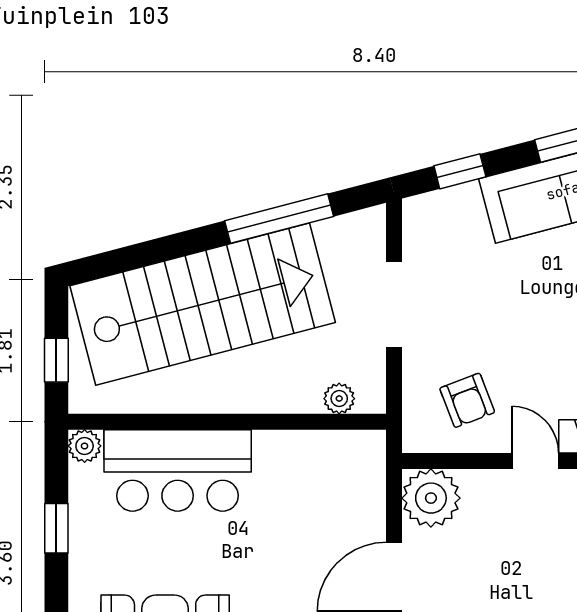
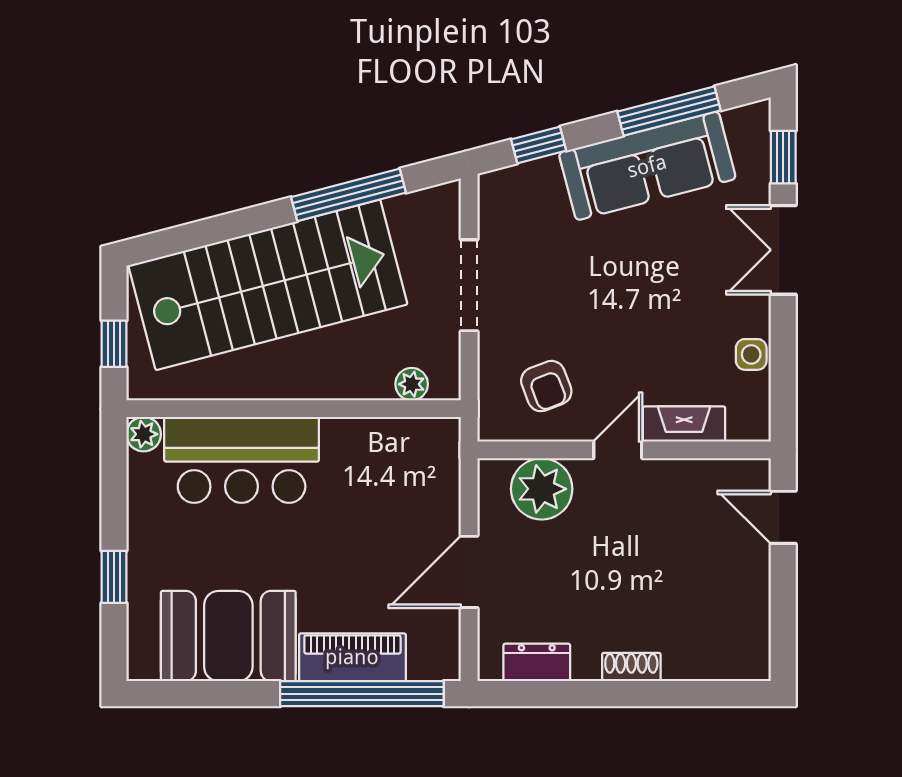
door: (535, 461) -> (618, 450), hinge flipped
plant: (431, 498) -> (542, 489), moved
window: (56, 528) -> (114, 577), moved

